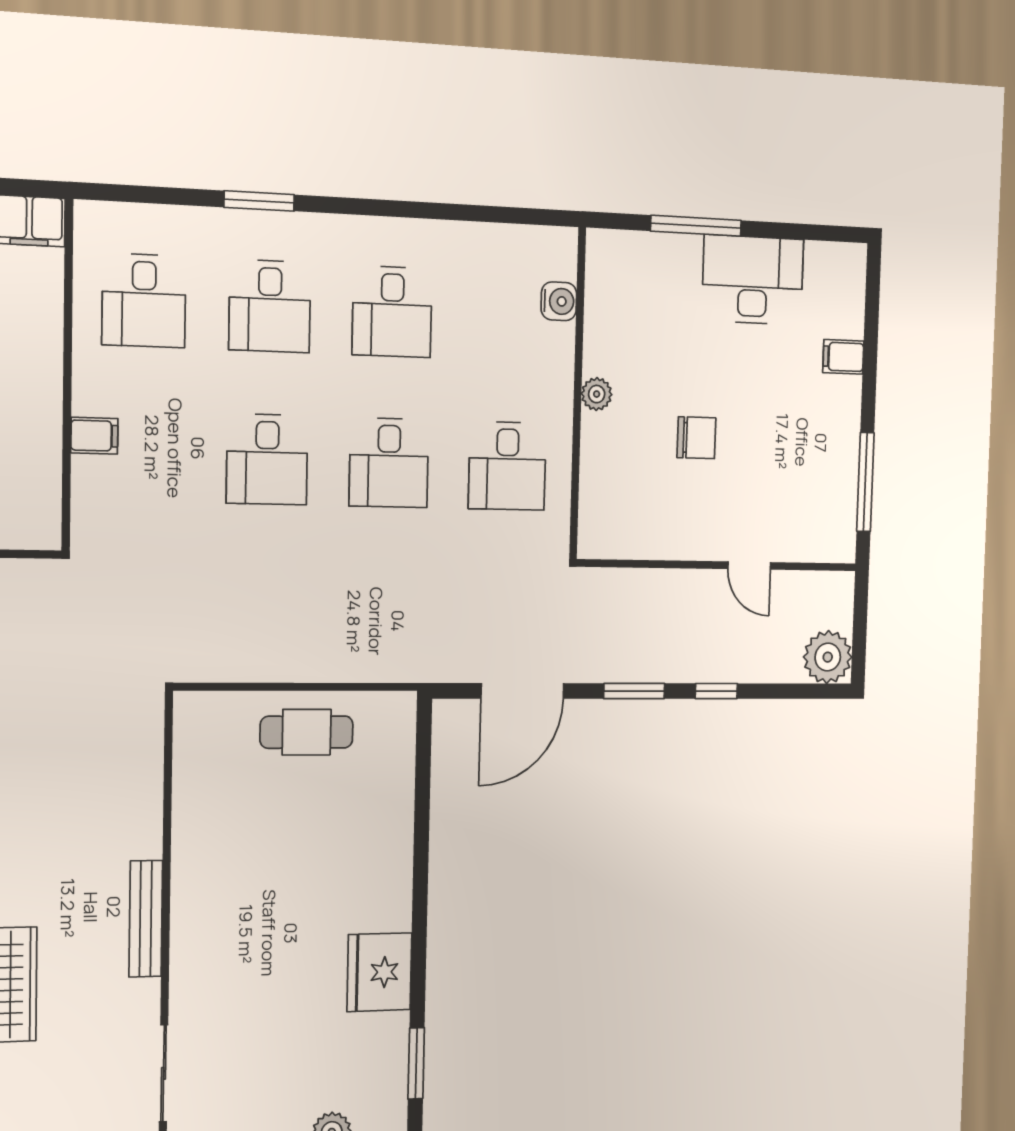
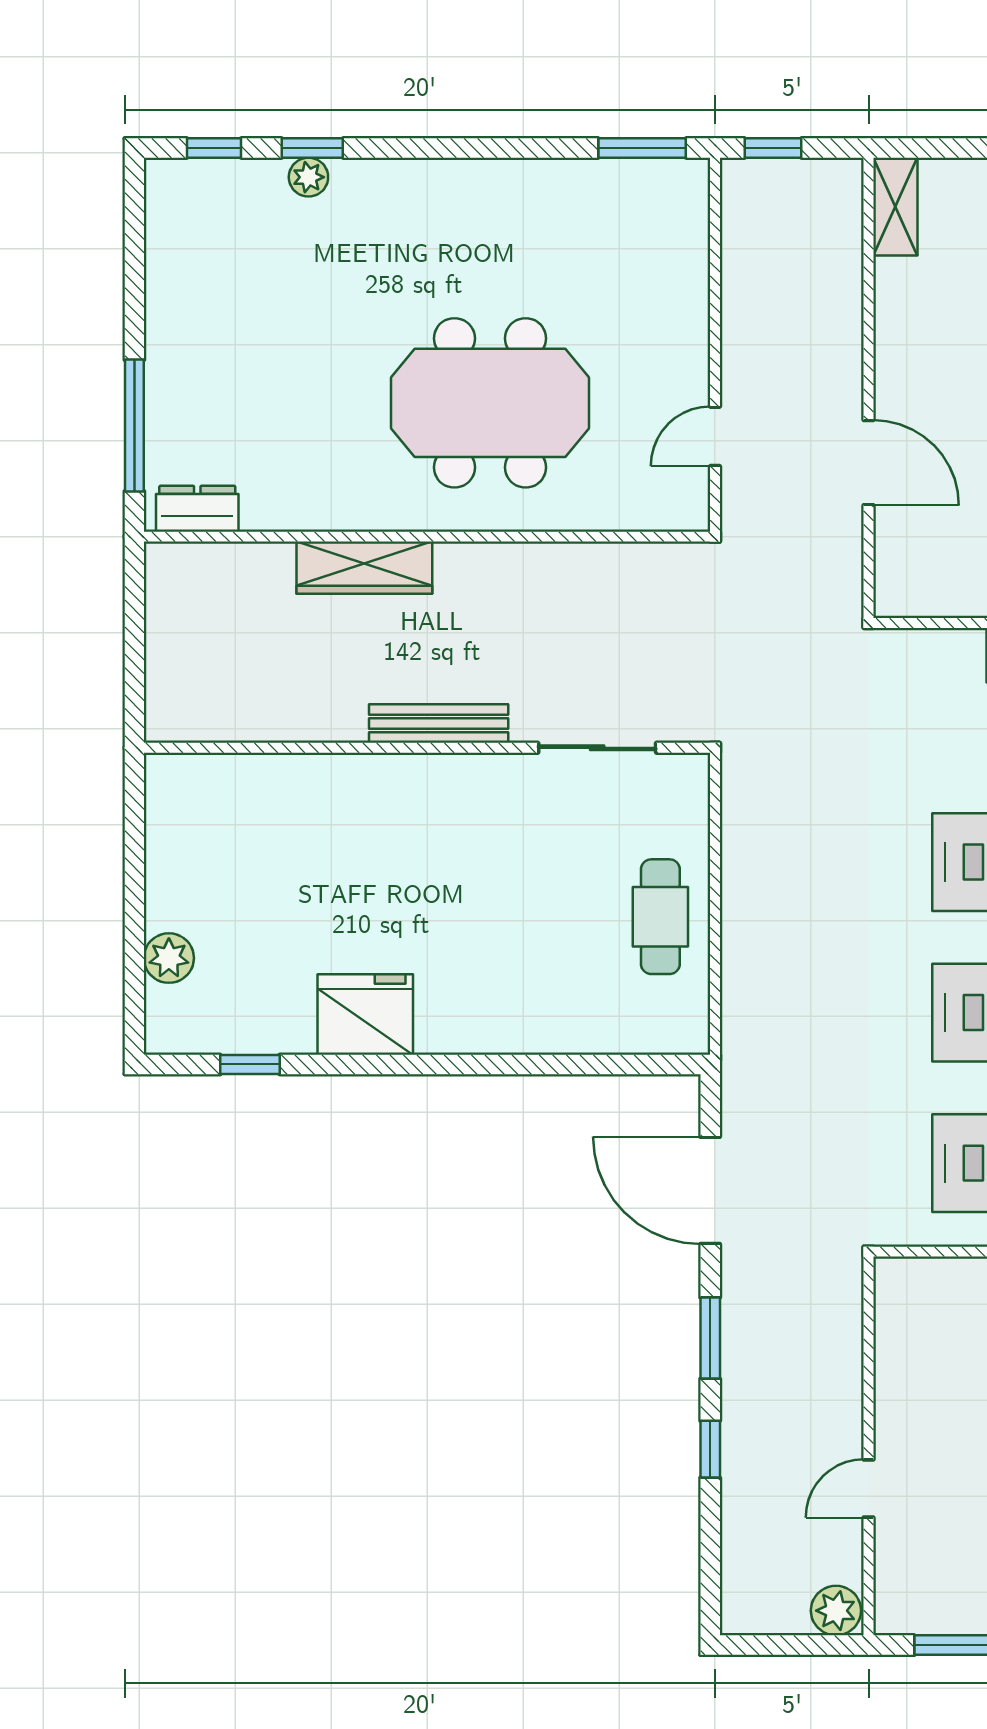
plant: (828, 657) -> (836, 1611), moved, width x0.73, depth x0.73
window: (416, 1063) -> (250, 1064), width x0.67
sliding door: (164, 1073) -> (597, 748), moved

